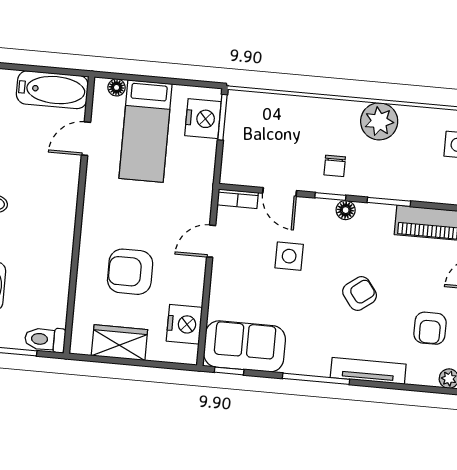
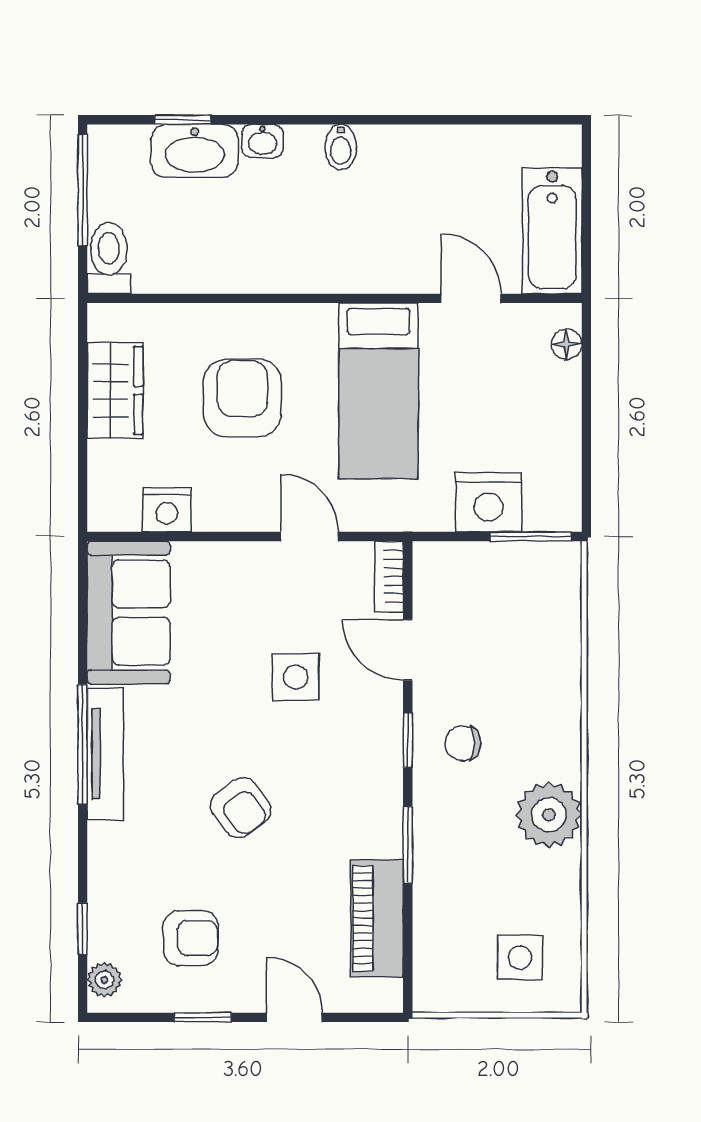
nightstand: (203, 119) -> (489, 502), moved
bed: (146, 131) -> (378, 391), moved, turned -90
door: (280, 192) -> (408, 650), hinge flipped
floor lamp: (346, 210) -> (386, 770), removed
nightstand: (184, 324) -> (167, 510), width x0.74, depth x0.75
armchair: (430, 328) -> (191, 938), turned 180
window: (229, 371) -> (83, 929), moved
tv unit: (368, 371) -> (105, 754), moved

